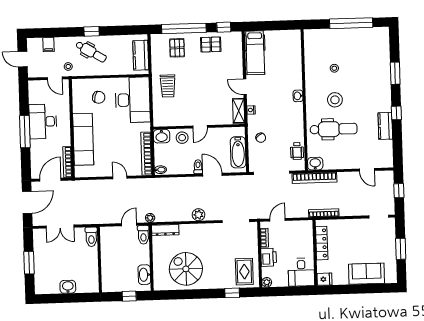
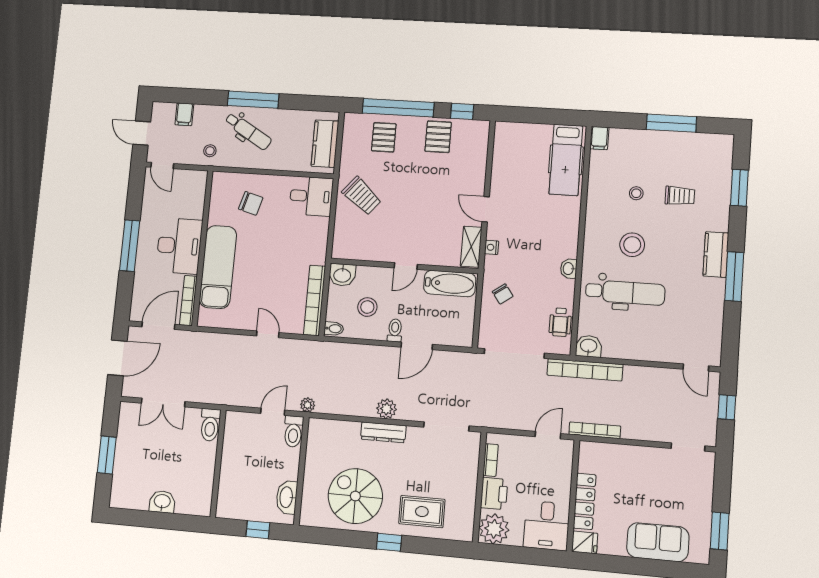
window: (351, 23) -> (671, 123), width x0.68
window: (92, 31) -> (253, 100), width x2.17
filing cabinet: (309, 36) -> (599, 138), added
pallet: (211, 44) -> (438, 137), turned 90
hospital bed: (255, 53) -> (566, 160), moved
trolley: (360, 67) -> (680, 196), added
window: (395, 73) -> (739, 188), moved
door: (55, 78) -> (162, 165), moved
trolley: (168, 86) -> (362, 196), turned -50
washbasin: (298, 96) -> (569, 269), moved
desk: (133, 100) -> (311, 196), width x0.53, depth x0.77
window: (396, 113) -> (734, 276), width x2.17
desk: (43, 122) -> (179, 246), moved, turned 180
kitchen counter: (385, 126) -> (716, 255), moved
stool: (182, 138) -> (367, 307), moved
bathtub: (238, 152) -> (450, 283), moved, turned -90
door: (367, 170) -> (696, 368), moved
door: (212, 175) -> (417, 346), swing flipped
door: (278, 220) -> (548, 435), moved
dresser: (165, 230) -> (383, 432), moved
locker: (322, 243) -> (585, 501), moved
window: (401, 249) -> (720, 531), moved
rug: (244, 272) -> (422, 512), moved, turned 90
plant: (267, 282) -> (494, 529), width x1.88, depth x1.88
window: (232, 293) -> (389, 542), moved

